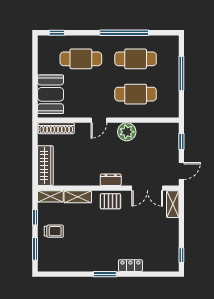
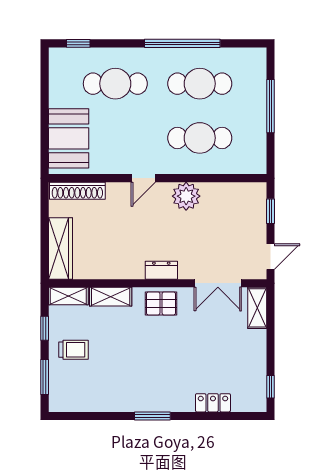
locker: (130, 266) -> (213, 403), moved

